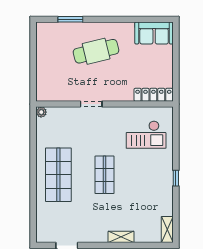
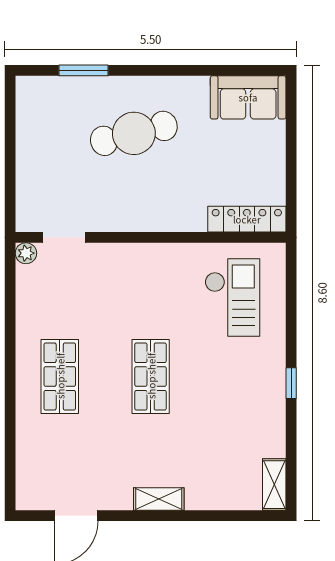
doorway: (91, 104) -> (64, 237), moved
checkout: (146, 135) -> (232, 298), turned -90
shop shelf: (58, 175) -> (60, 376), width x0.70, depth x0.74
shelving: (121, 237) -> (159, 499), moved

